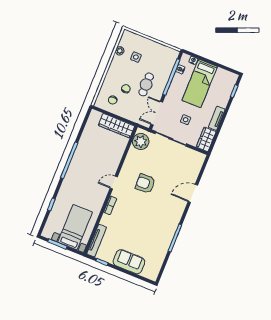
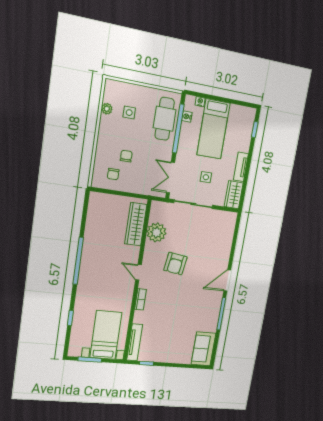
cafe table: (146, 84) -> (165, 119), moved, width x1.37, depth x1.35
wardrobe: (116, 126) -> (136, 224), moved, turned 90
plant: (141, 141) -> (156, 232), moved
door: (114, 182) -> (138, 272), hinge flipped
armchair: (145, 184) -> (175, 264), turned -80
door: (193, 193) -> (227, 280), moved
sofa: (129, 262) -> (203, 349), moved, turned -90

